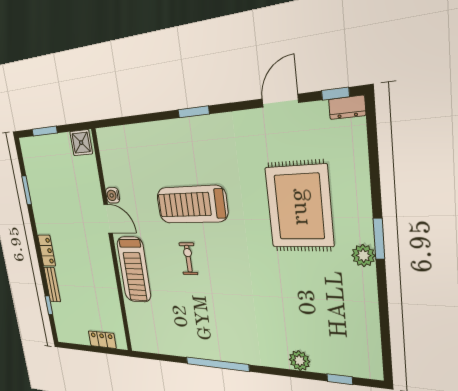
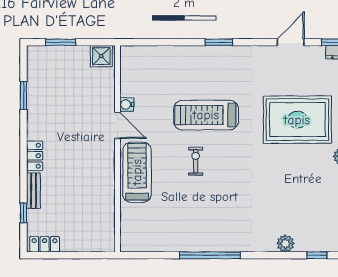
rug: (299, 207) -> (297, 120), turned 90
treadmill: (134, 270) -> (137, 172), turned 180
locker: (102, 340) -> (45, 244), moved

